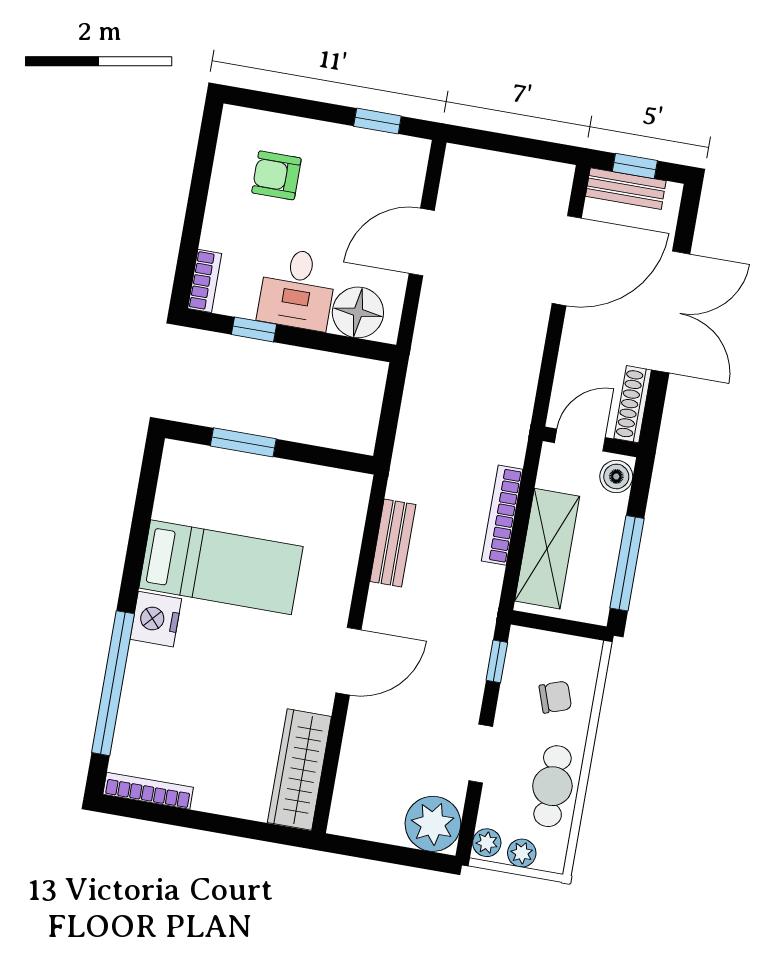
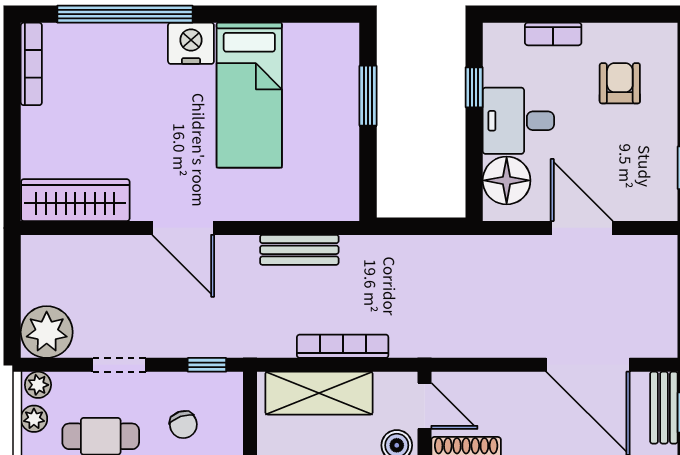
bookcase: (205, 281) -> (553, 34), moved

